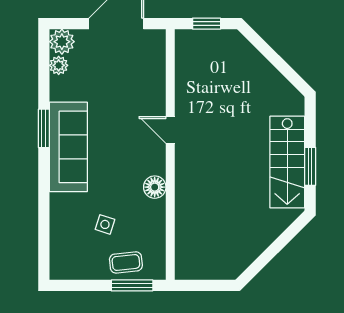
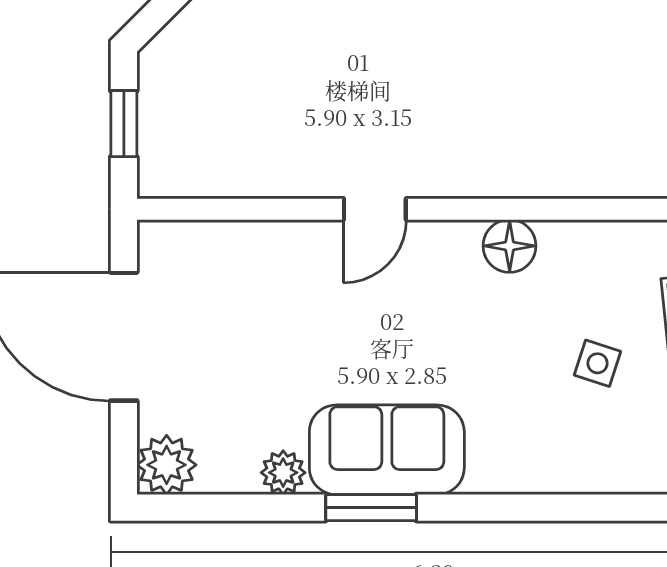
plant: (59, 65) -> (283, 473), moved
sofa: (68, 147) -> (387, 450), width x0.73

